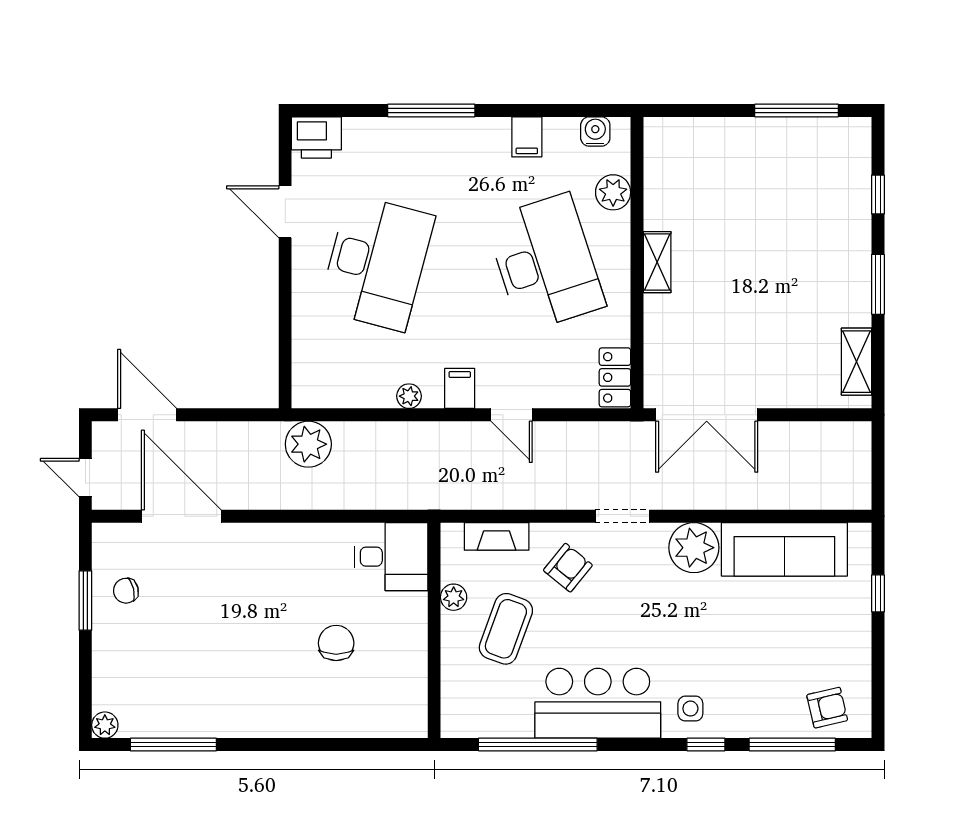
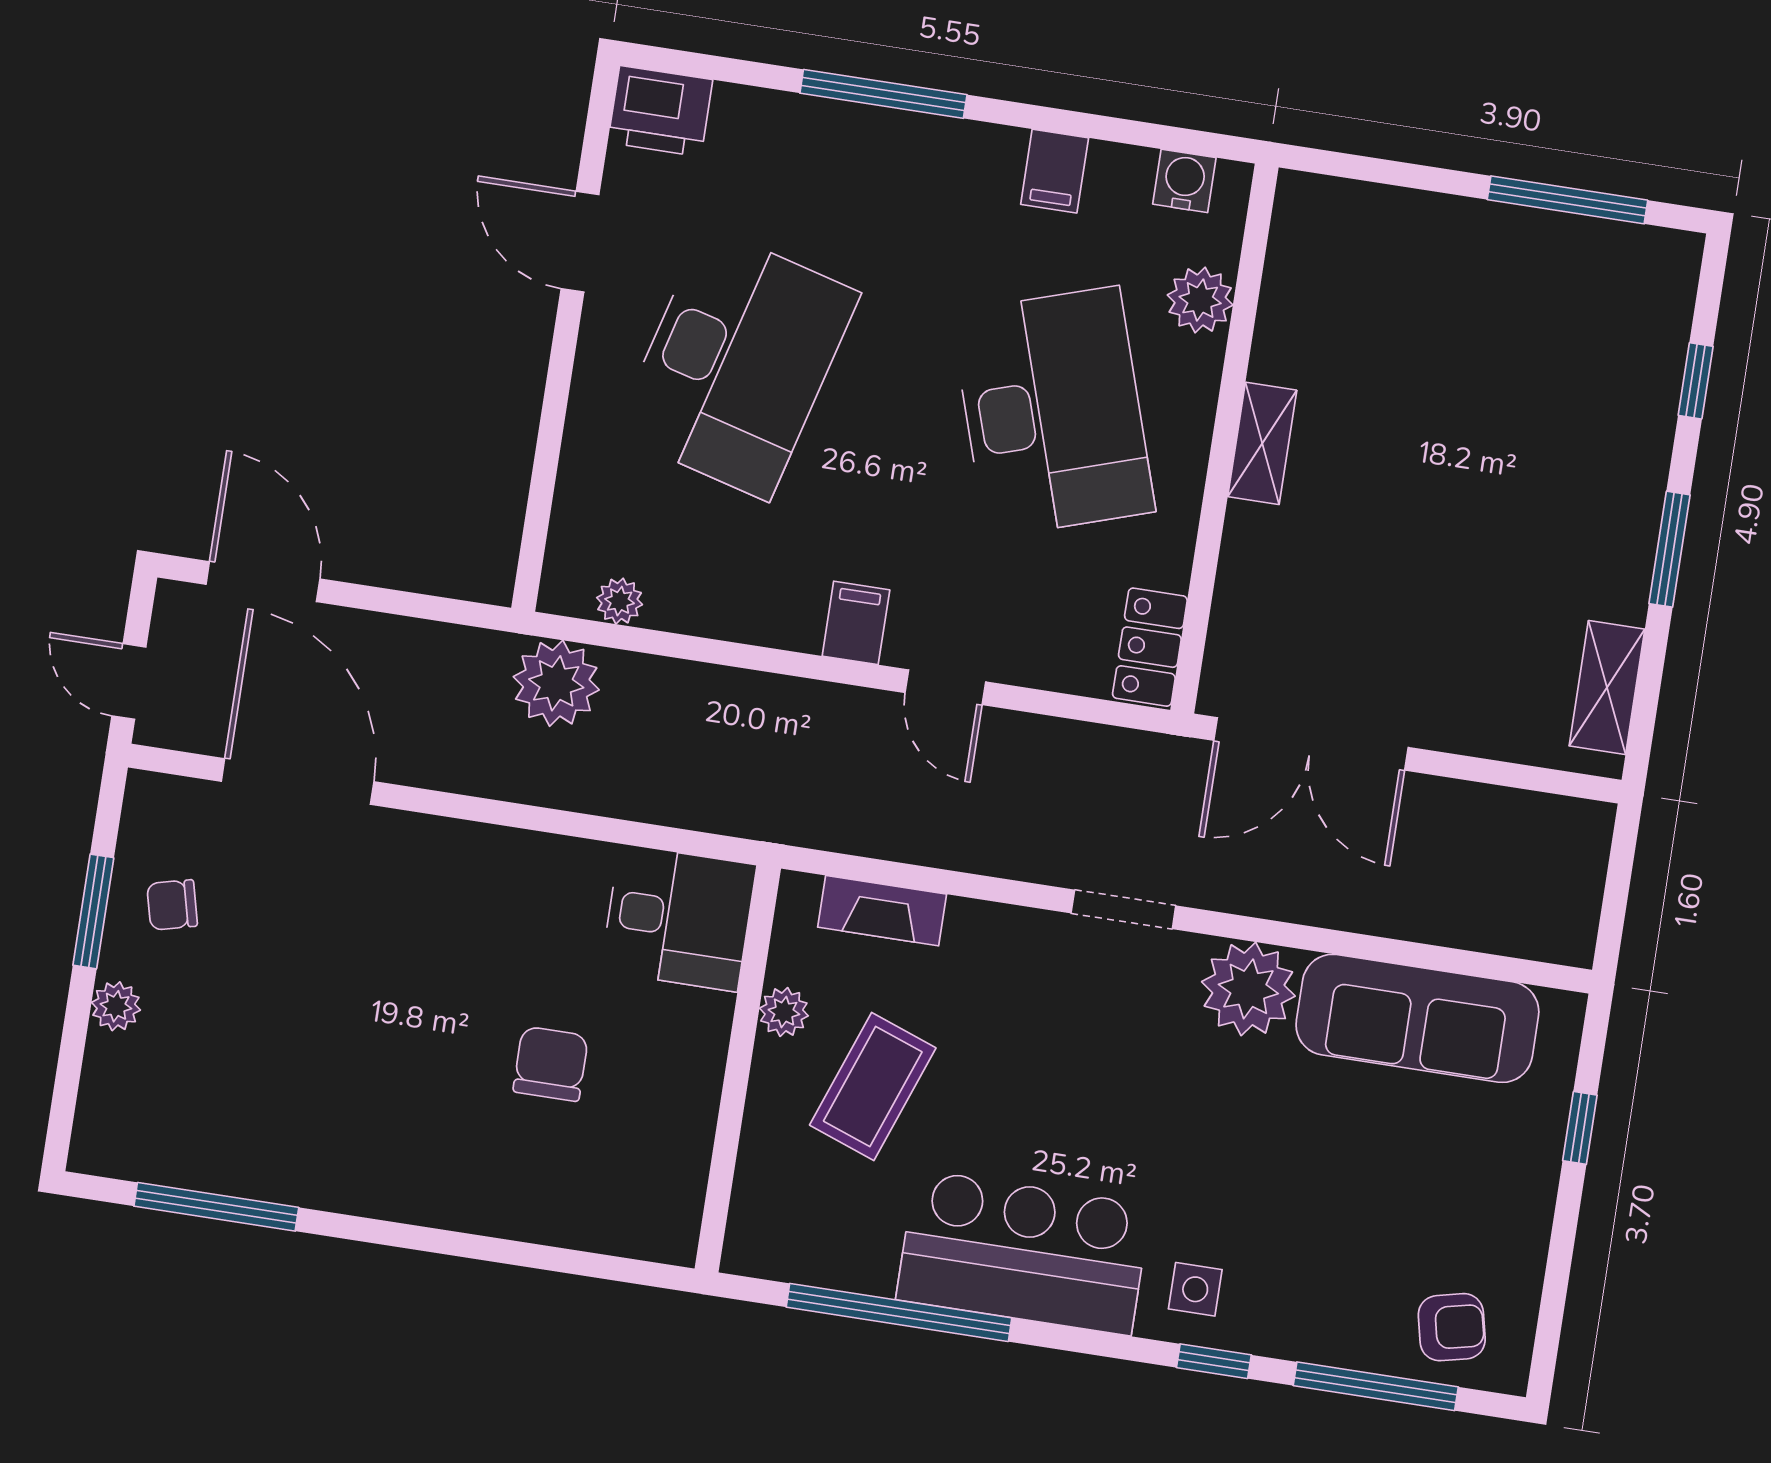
plant: (409, 396) -> (620, 601), moved
armchair: (568, 568) -> (1007, 990), removed
plant: (105, 725) -> (116, 1006), moved

